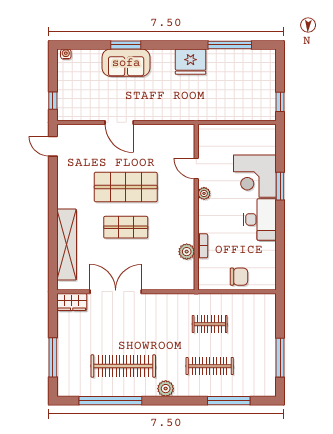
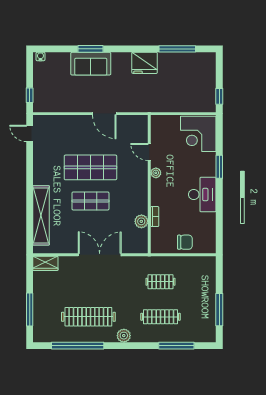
door: (119, 122) -> (104, 114), moved
corner desk: (255, 176) -> (198, 134), moved
double door: (116, 292) -> (100, 255), moved

